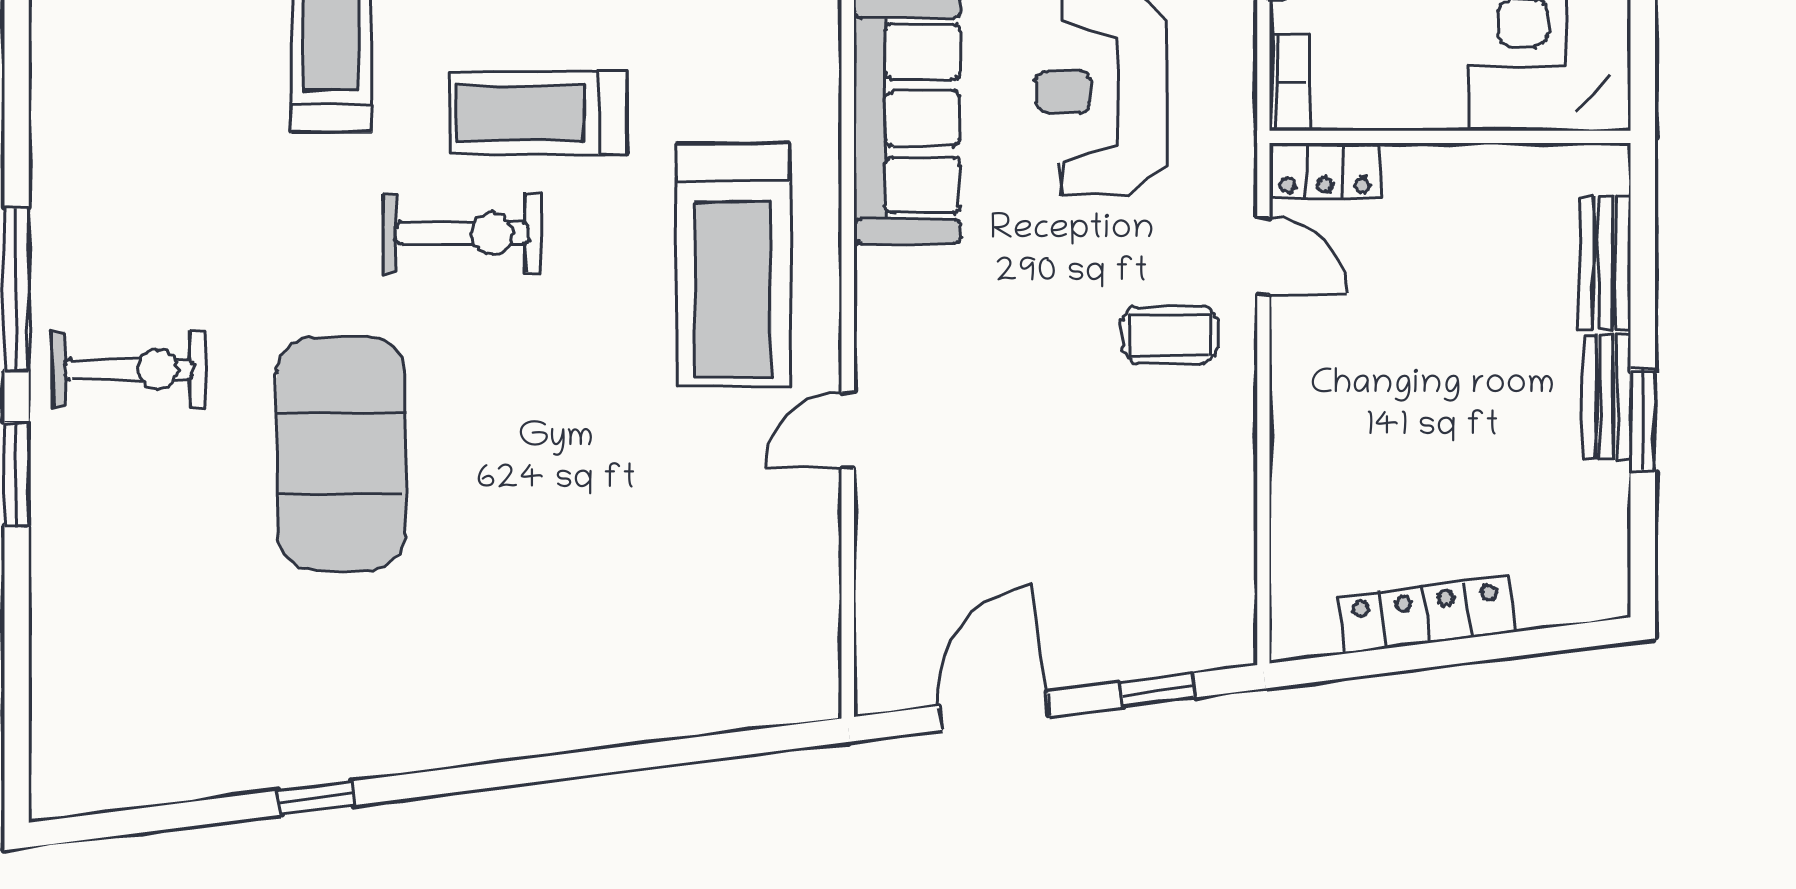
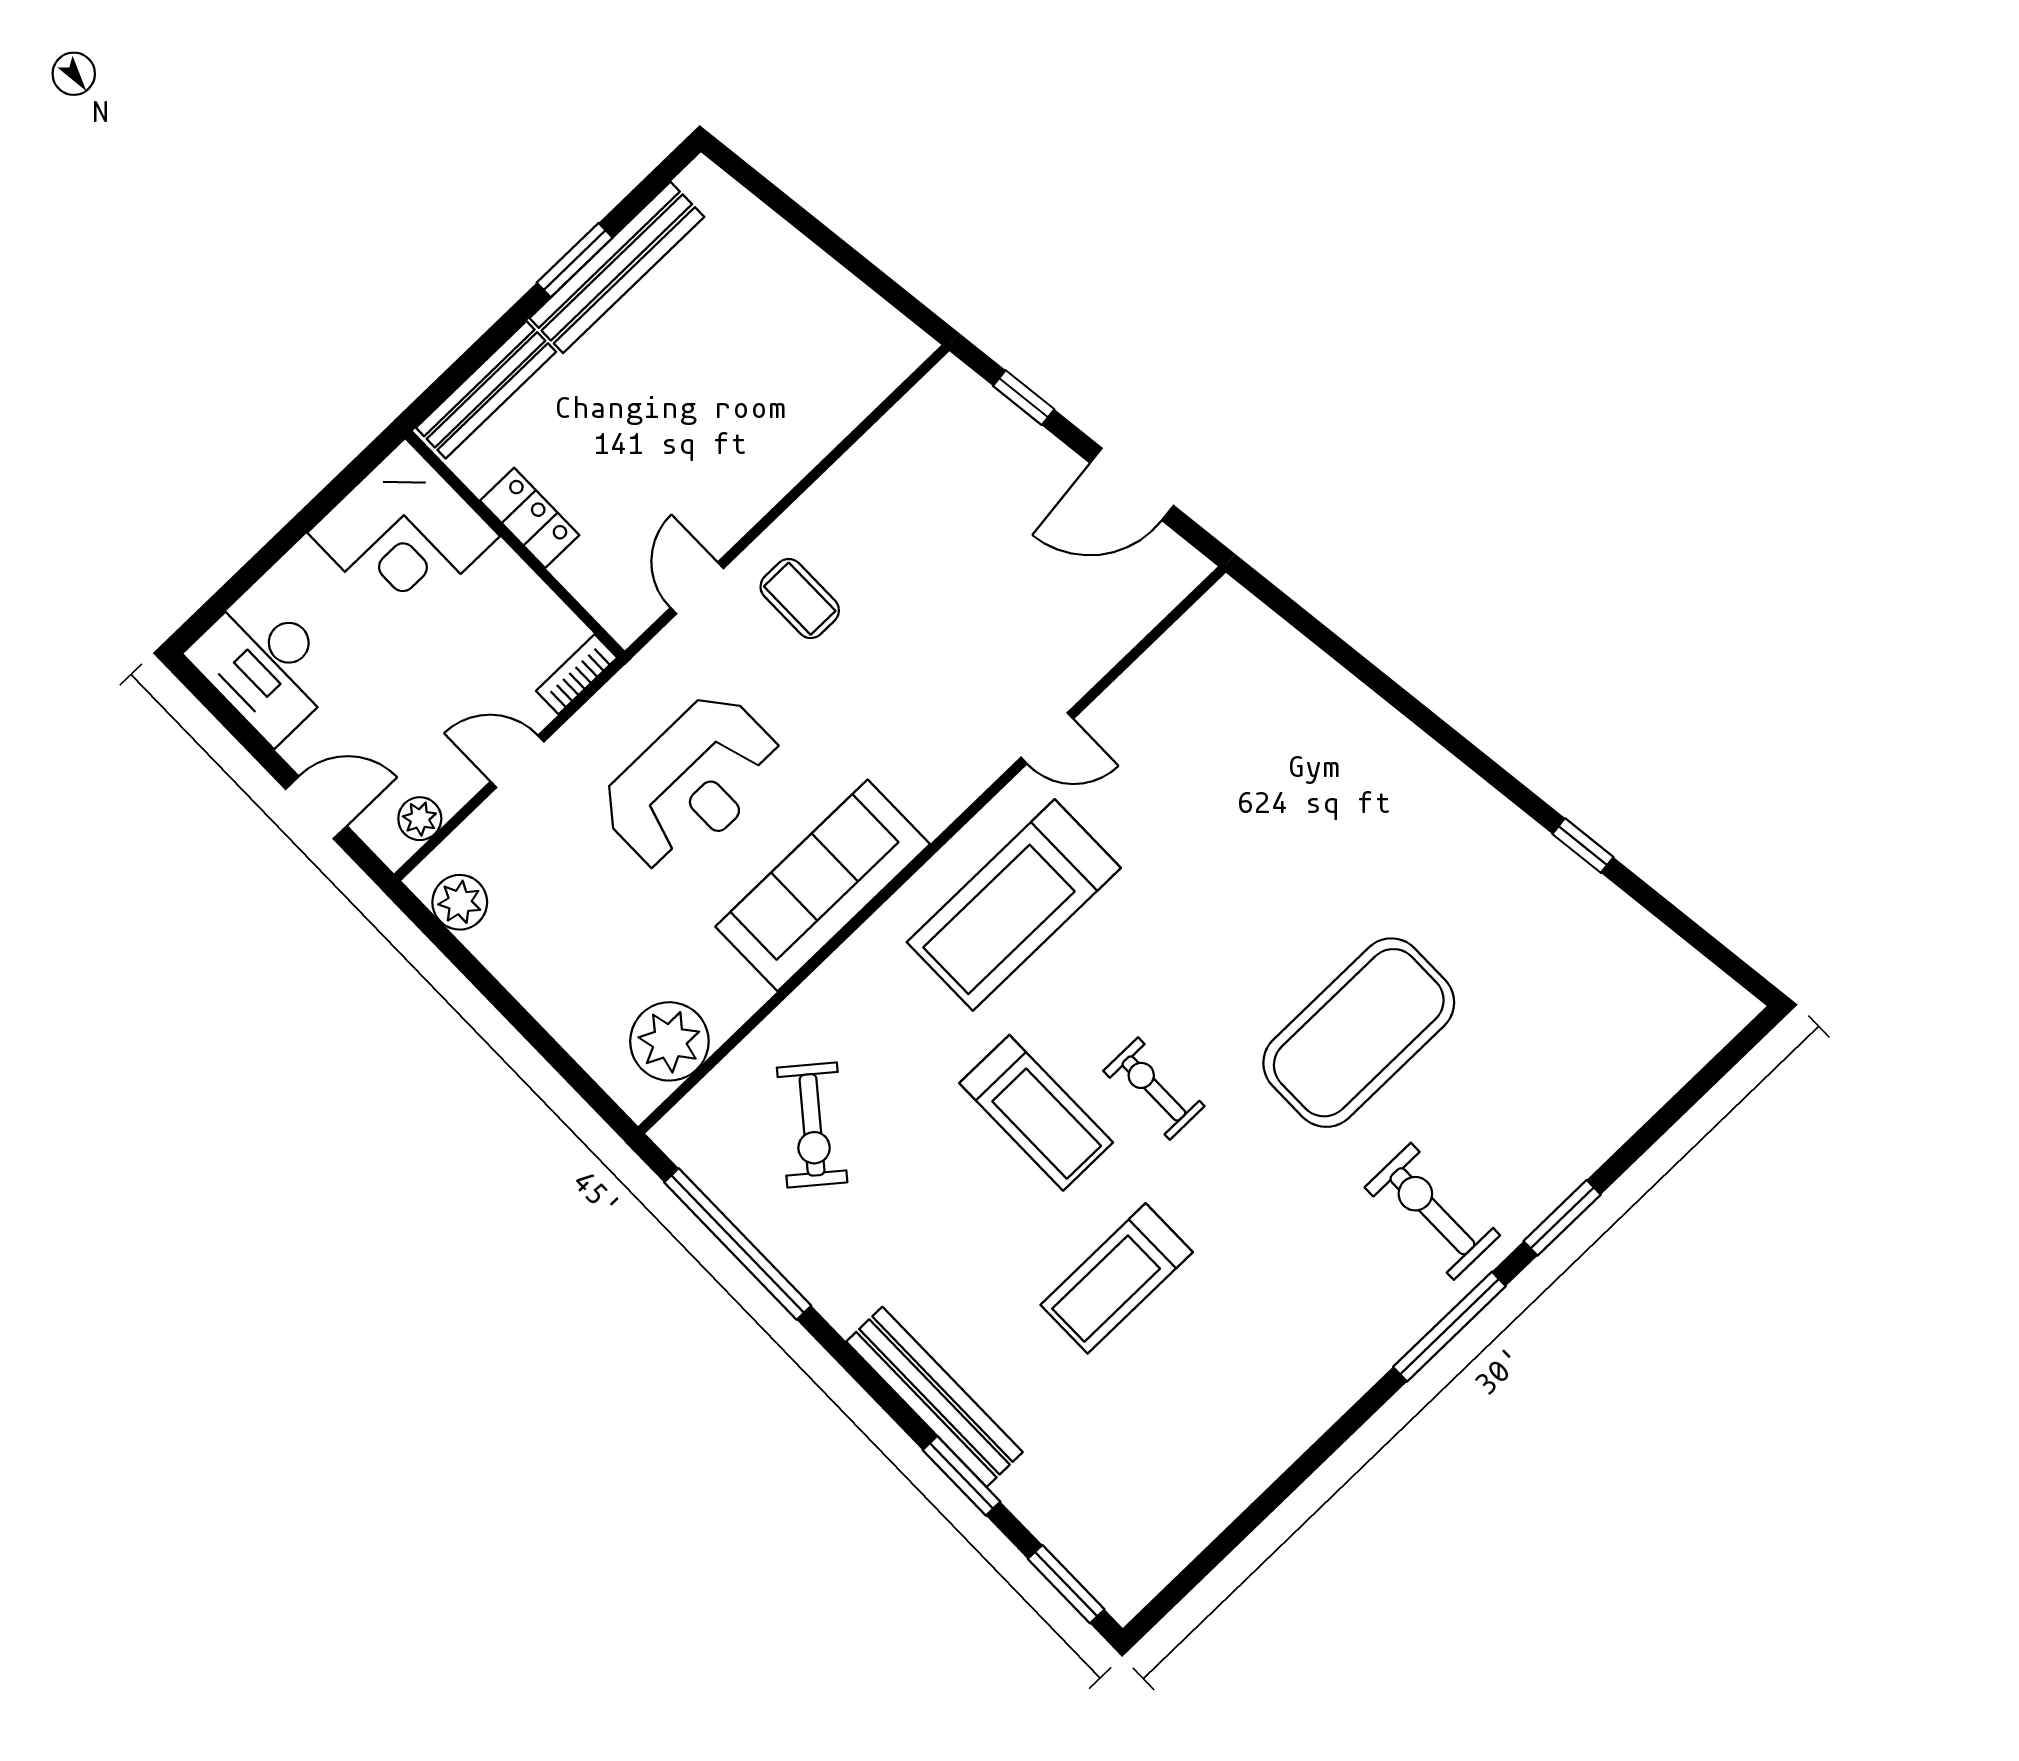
locker: (1325, 171) -> (530, 518), moved
exercise bike: (462, 233) -> (1154, 1089), width x0.73, depth x0.72
bench: (1605, 263) -> (486, 390), width x1.36
treadmill: (733, 265) -> (1014, 905), turned 180
bench: (1607, 397) -> (617, 267), width x1.86, depth x1.21
locker: (1427, 615) -> (819, 278), removed

